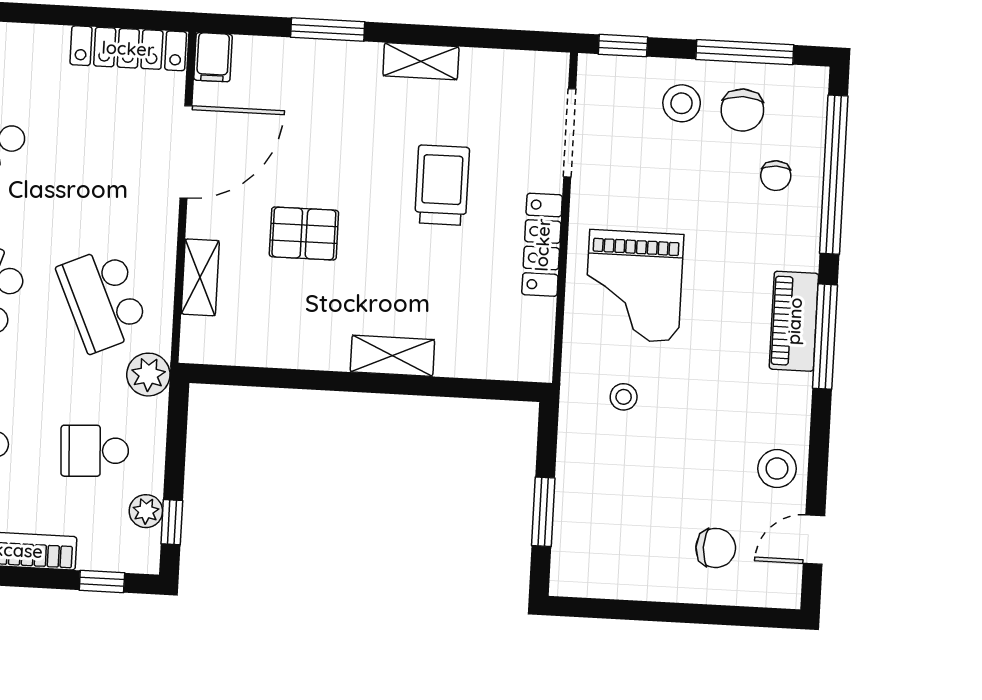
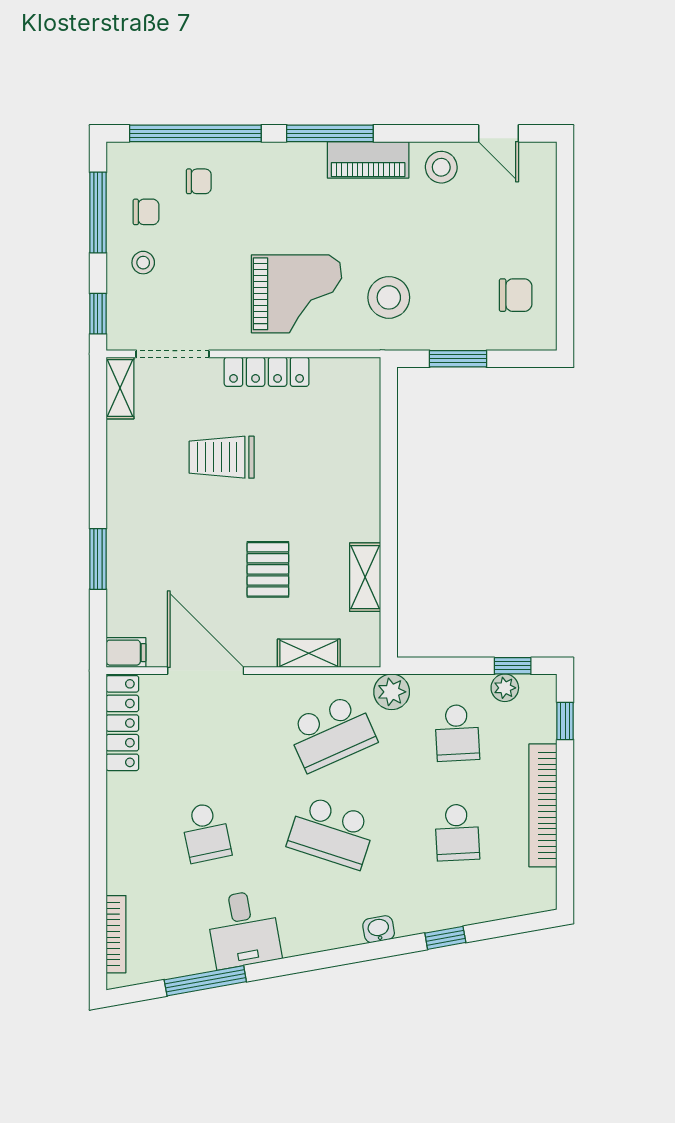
shelving: (421, 61) -> (120, 388), moved
stool: (682, 103) -> (143, 263), width x0.73, depth x0.73
chair: (742, 110) -> (146, 212), width x0.73, depth x0.73
piano: (794, 321) -> (368, 160), moved
shelving: (392, 356) -> (365, 577), moved
stool: (624, 397) -> (389, 297), width x1.89, depth x1.89
window: (543, 512) -> (458, 359), moved
chair: (716, 548) -> (516, 295), moved, turned 90

